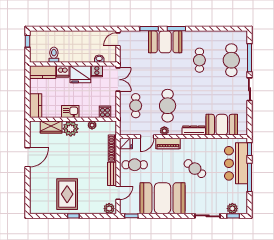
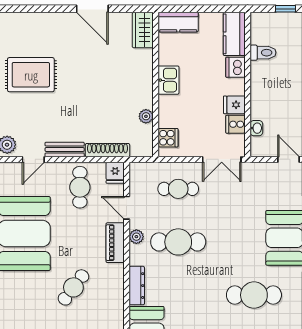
cafe table: (199, 60) -> (254, 295), width x1.37, depth x1.35
fridge: (80, 74) -> (234, 105), width x0.53, depth x0.75
wardrobe: (51, 127) -> (143, 30), moved
plant: (71, 129) -> (140, 80), removed
door: (118, 193) -> (33, 159), hinge flipped

